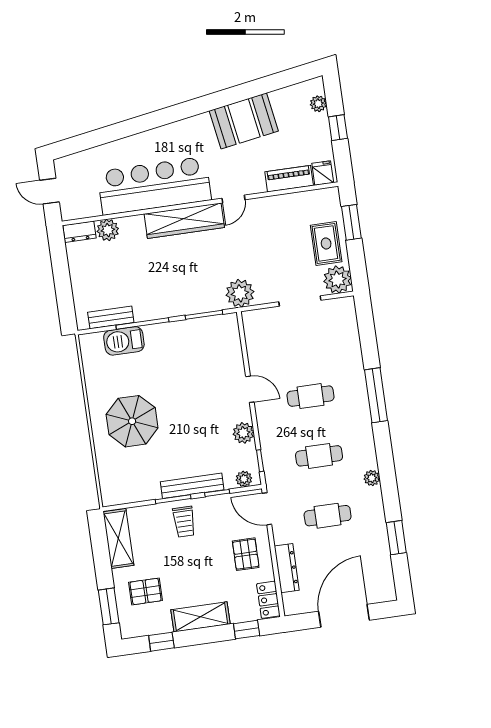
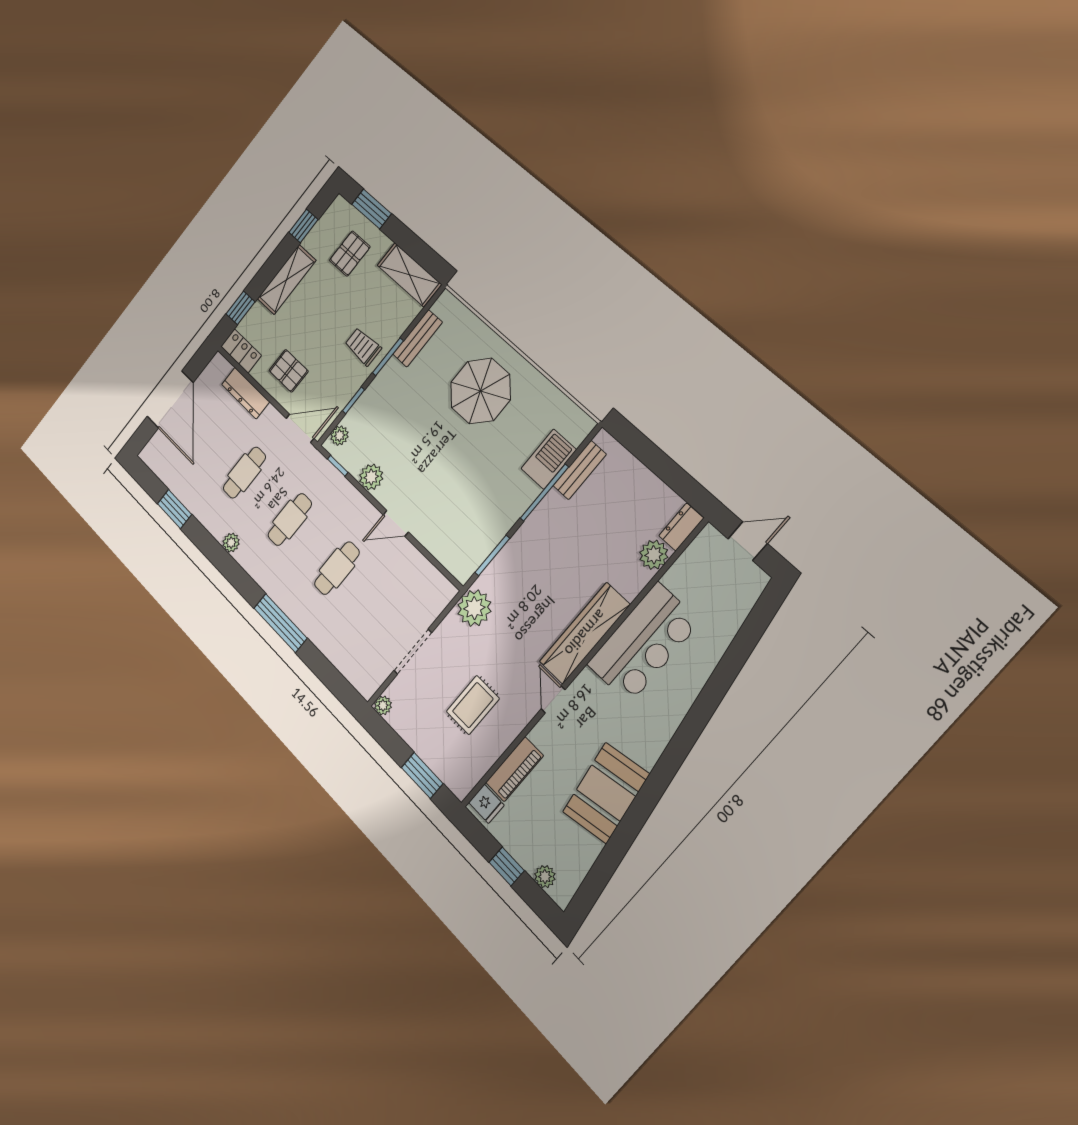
bar counter: (154, 186) -> (643, 643), width x0.73
rug: (326, 243) -> (473, 705), moved, turned 90
plant: (337, 280) -> (383, 705), width x0.53, depth x0.53
bench: (192, 486) -> (418, 338), moved, width x0.73

